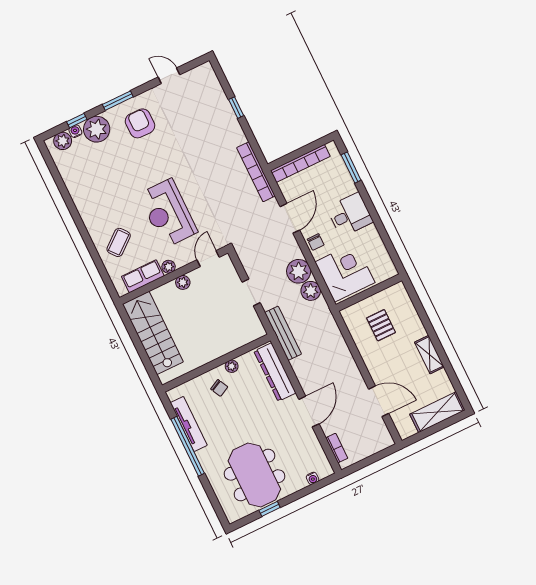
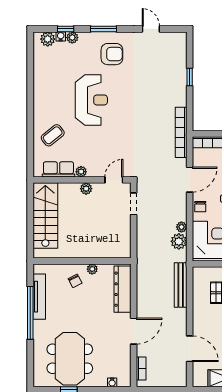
armchair: (140, 123) -> (112, 54), turned 90
plant: (97, 129) -> (72, 38), width x0.53, depth x0.53
reception desk: (168, 213) -> (91, 100), moved, turned 180
plant: (299, 271) -> (181, 227), width x0.53, depth x0.53
doorway: (251, 292) -> (134, 204), moved
bench: (283, 333) -> (181, 285), moved

